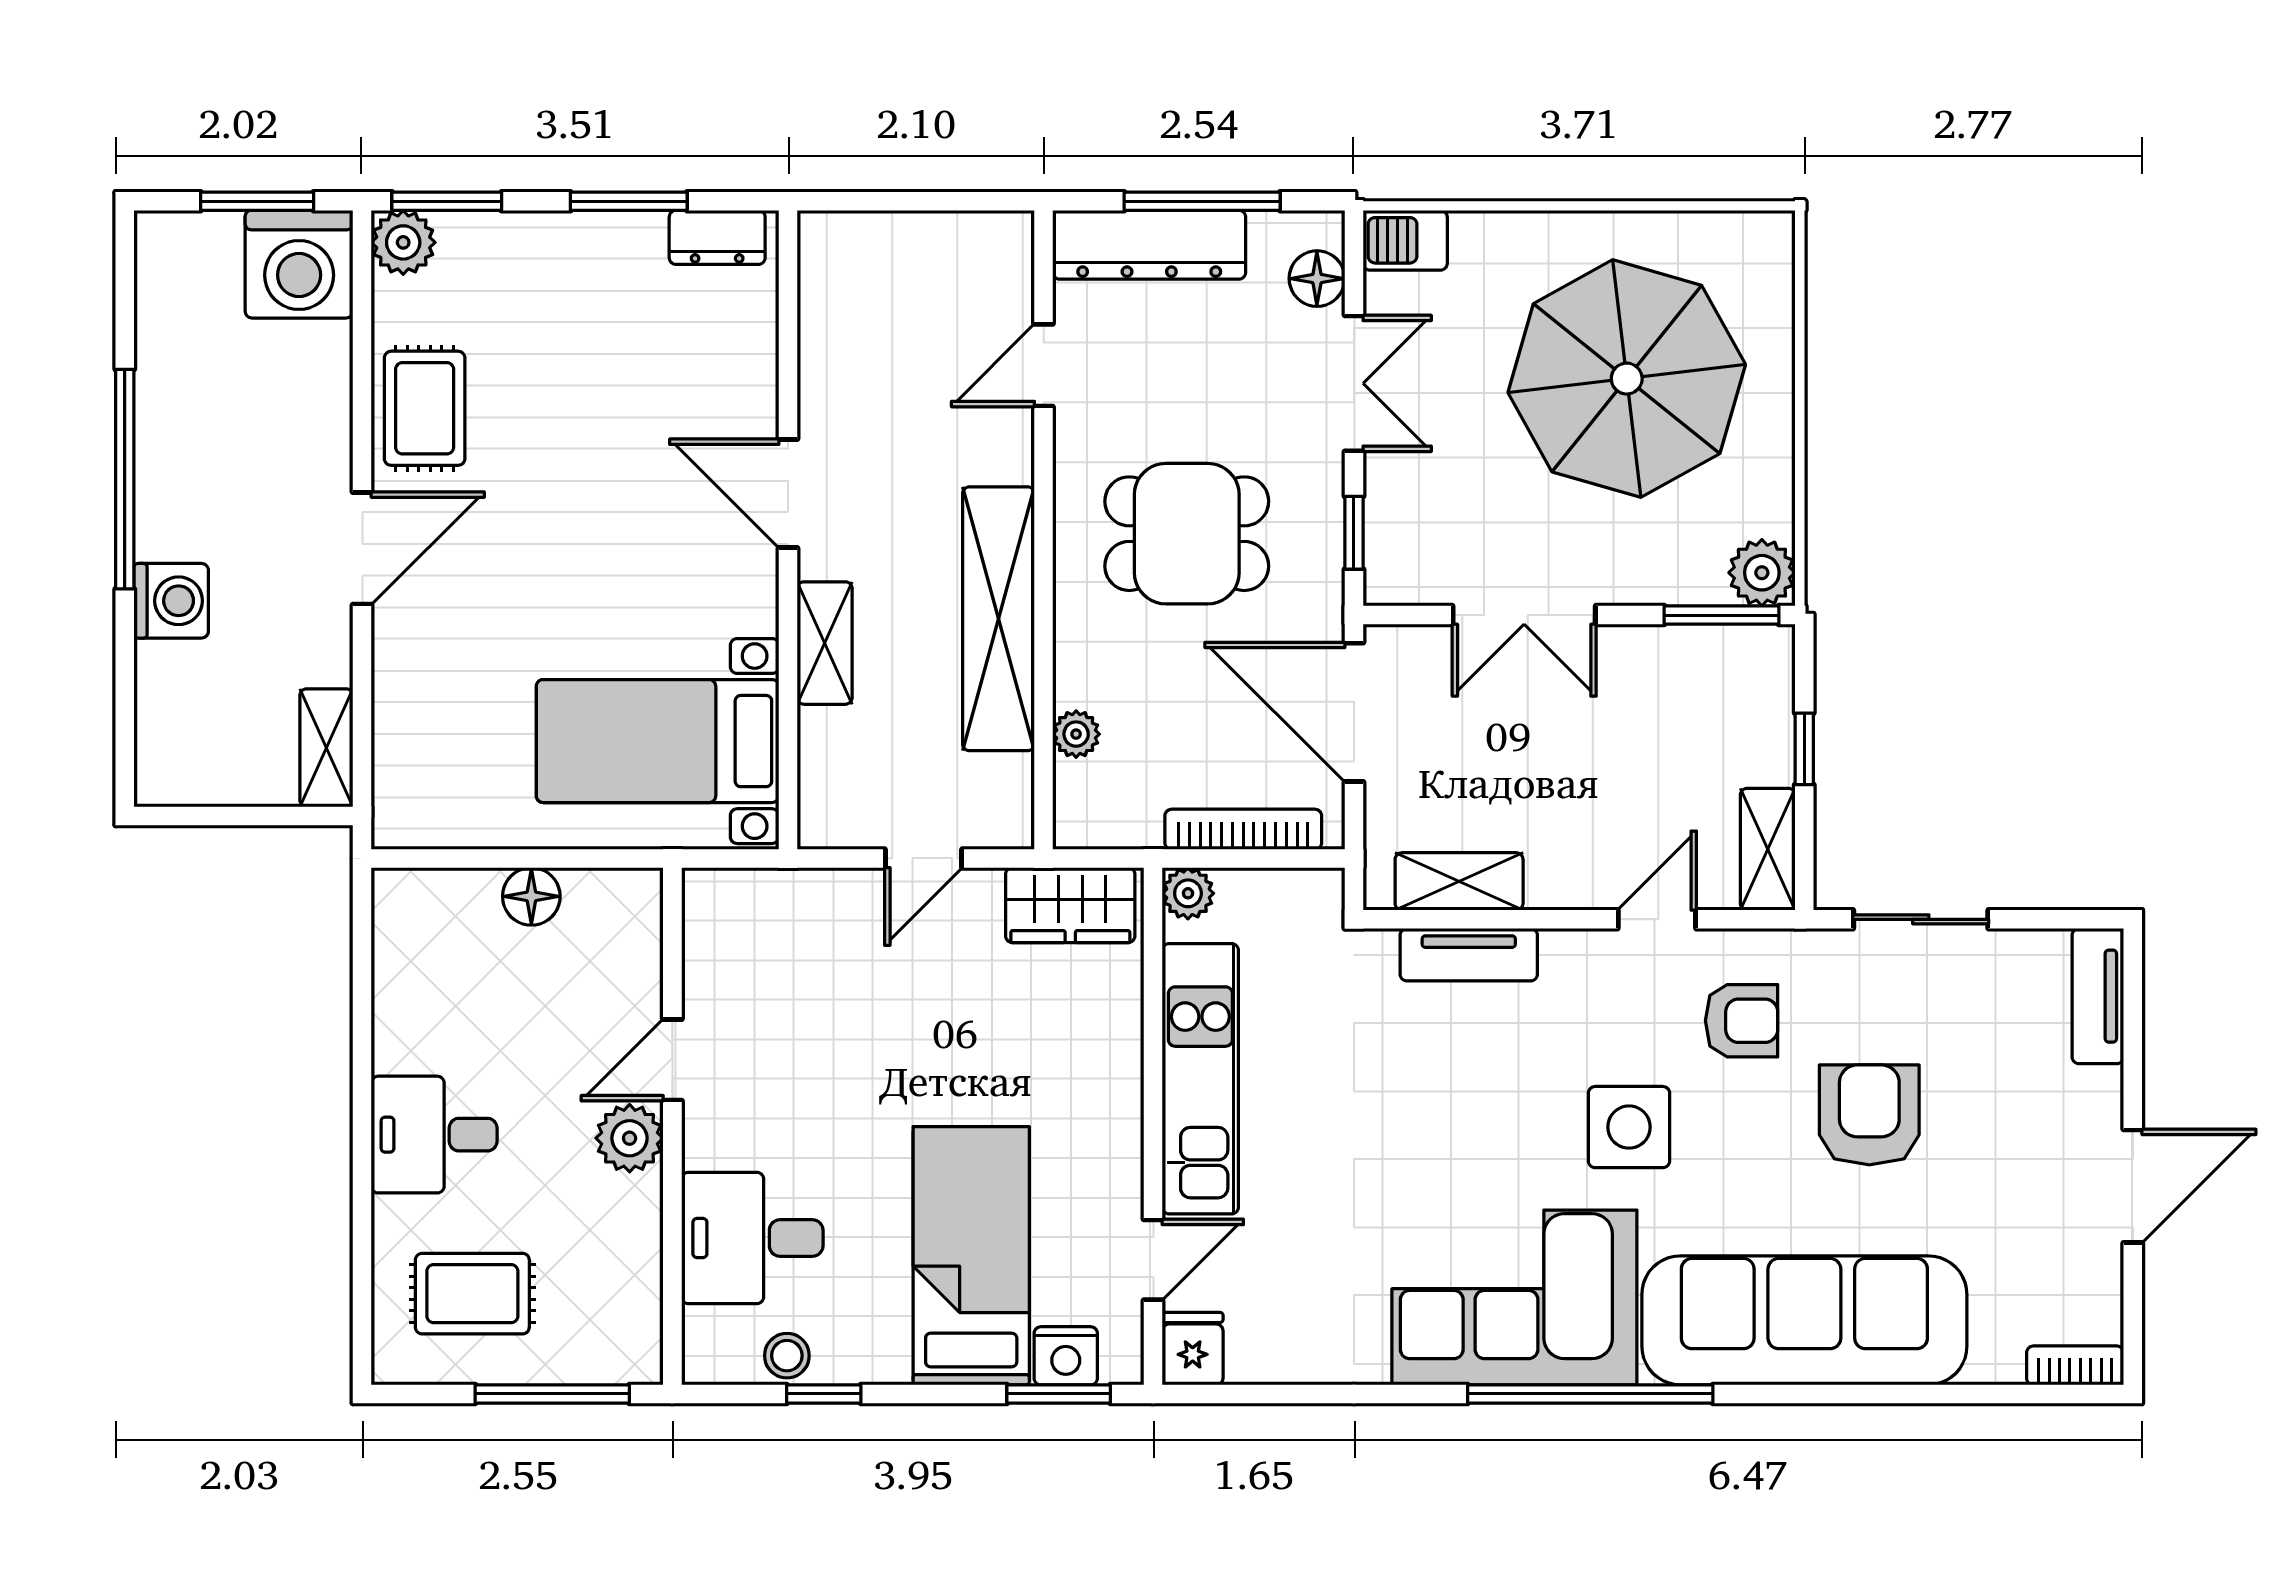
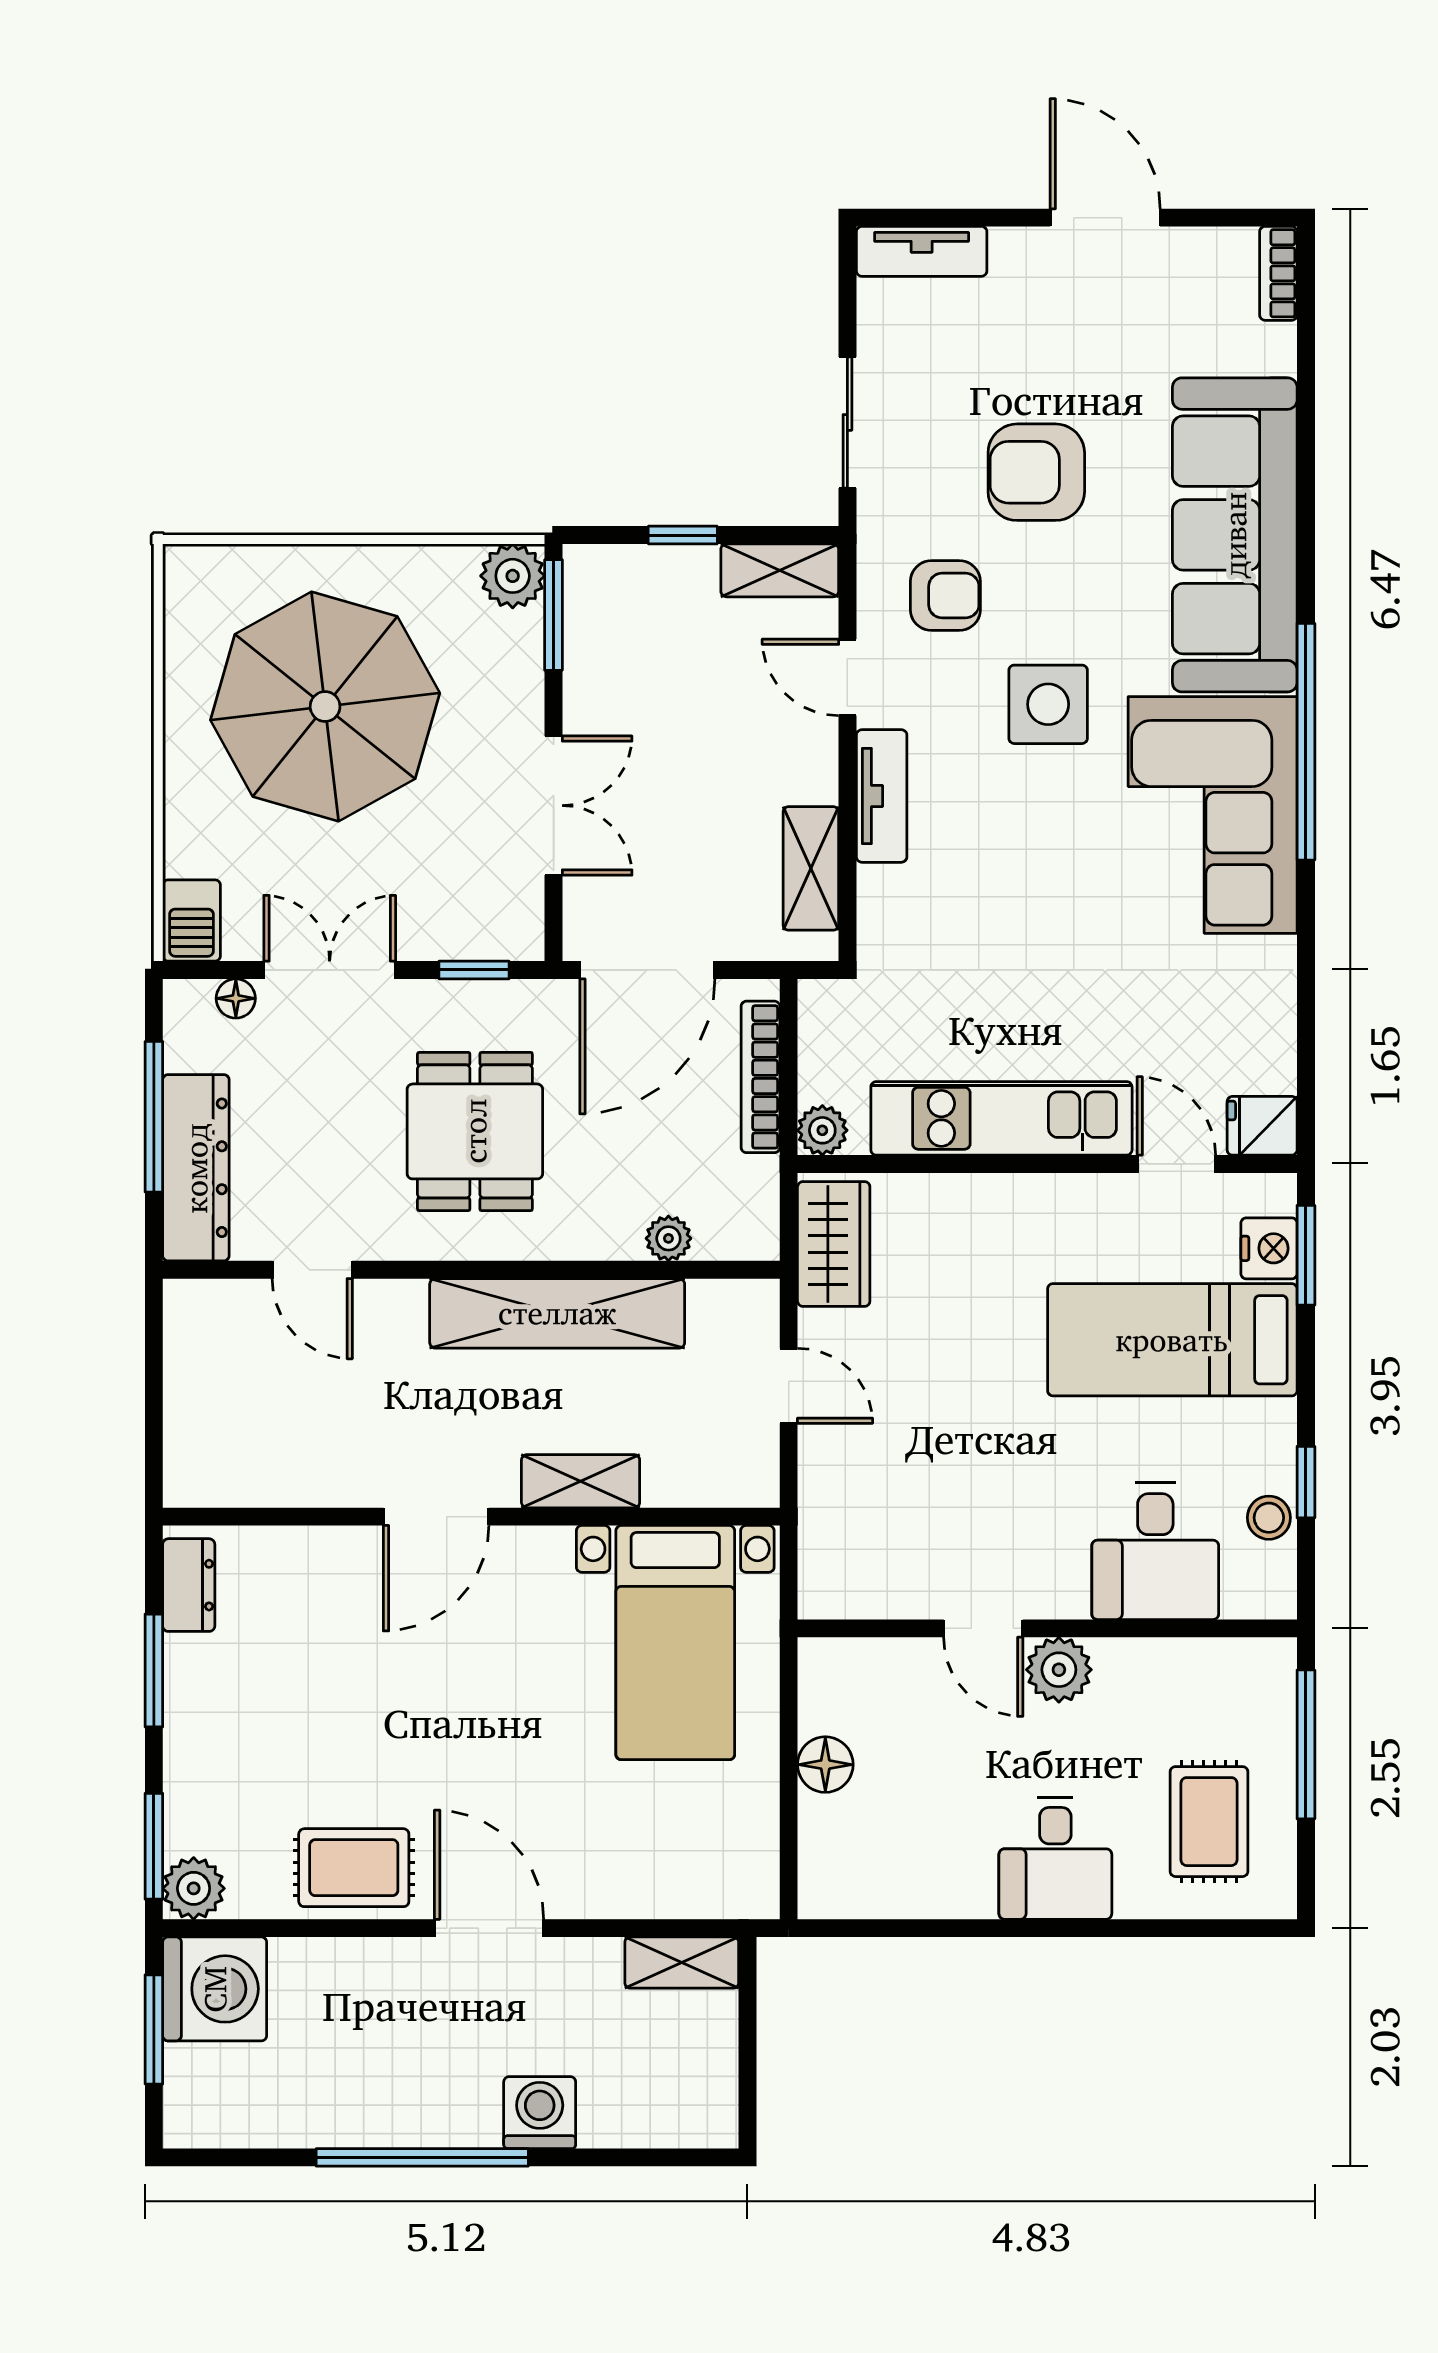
floor lamp: (1317, 279) -> (236, 998), width x0.73, depth x0.73
tv unit: (1469, 955) -> (882, 796), moved
armchair: (1742, 1021) -> (945, 596), turned 90

